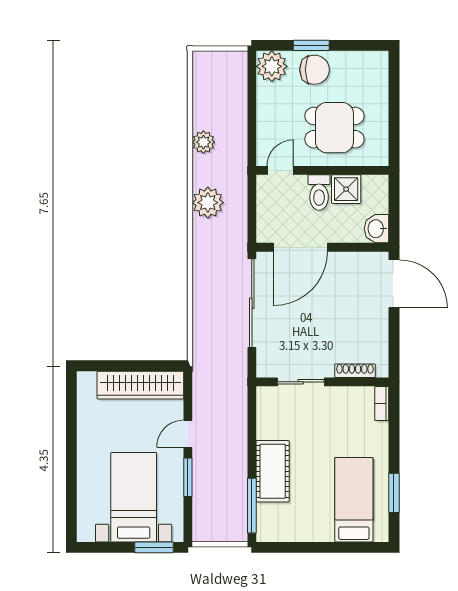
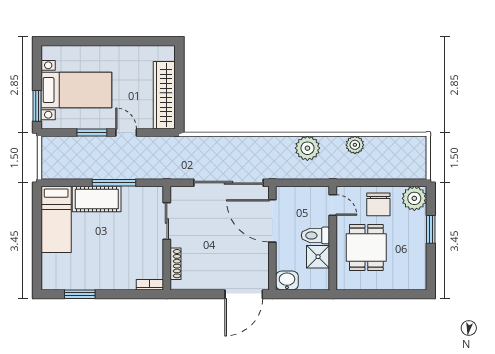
chair: (315, 70) -> (378, 204), moved
bed: (354, 500) -> (56, 219), moved, turned 90
window: (252, 506) -> (114, 183), moved

